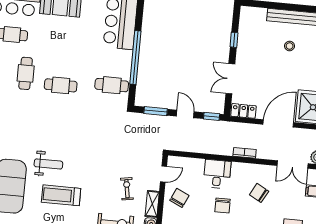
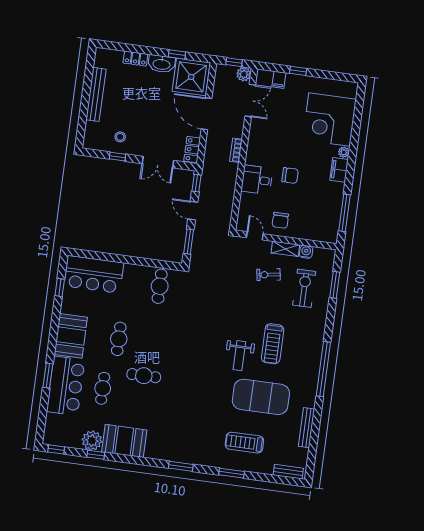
stool: (290, 46) -> (120, 137), moved
window: (135, 58) -> (132, 260), removed
cafe table: (61, 85) -> (119, 339), moved
door: (185, 114) -> (193, 211), hinge flipped
weight bench: (48, 164) -> (239, 356), turned 180
chair: (259, 193) -> (278, 137), removed
chair: (179, 198) -> (280, 220), turned -115

